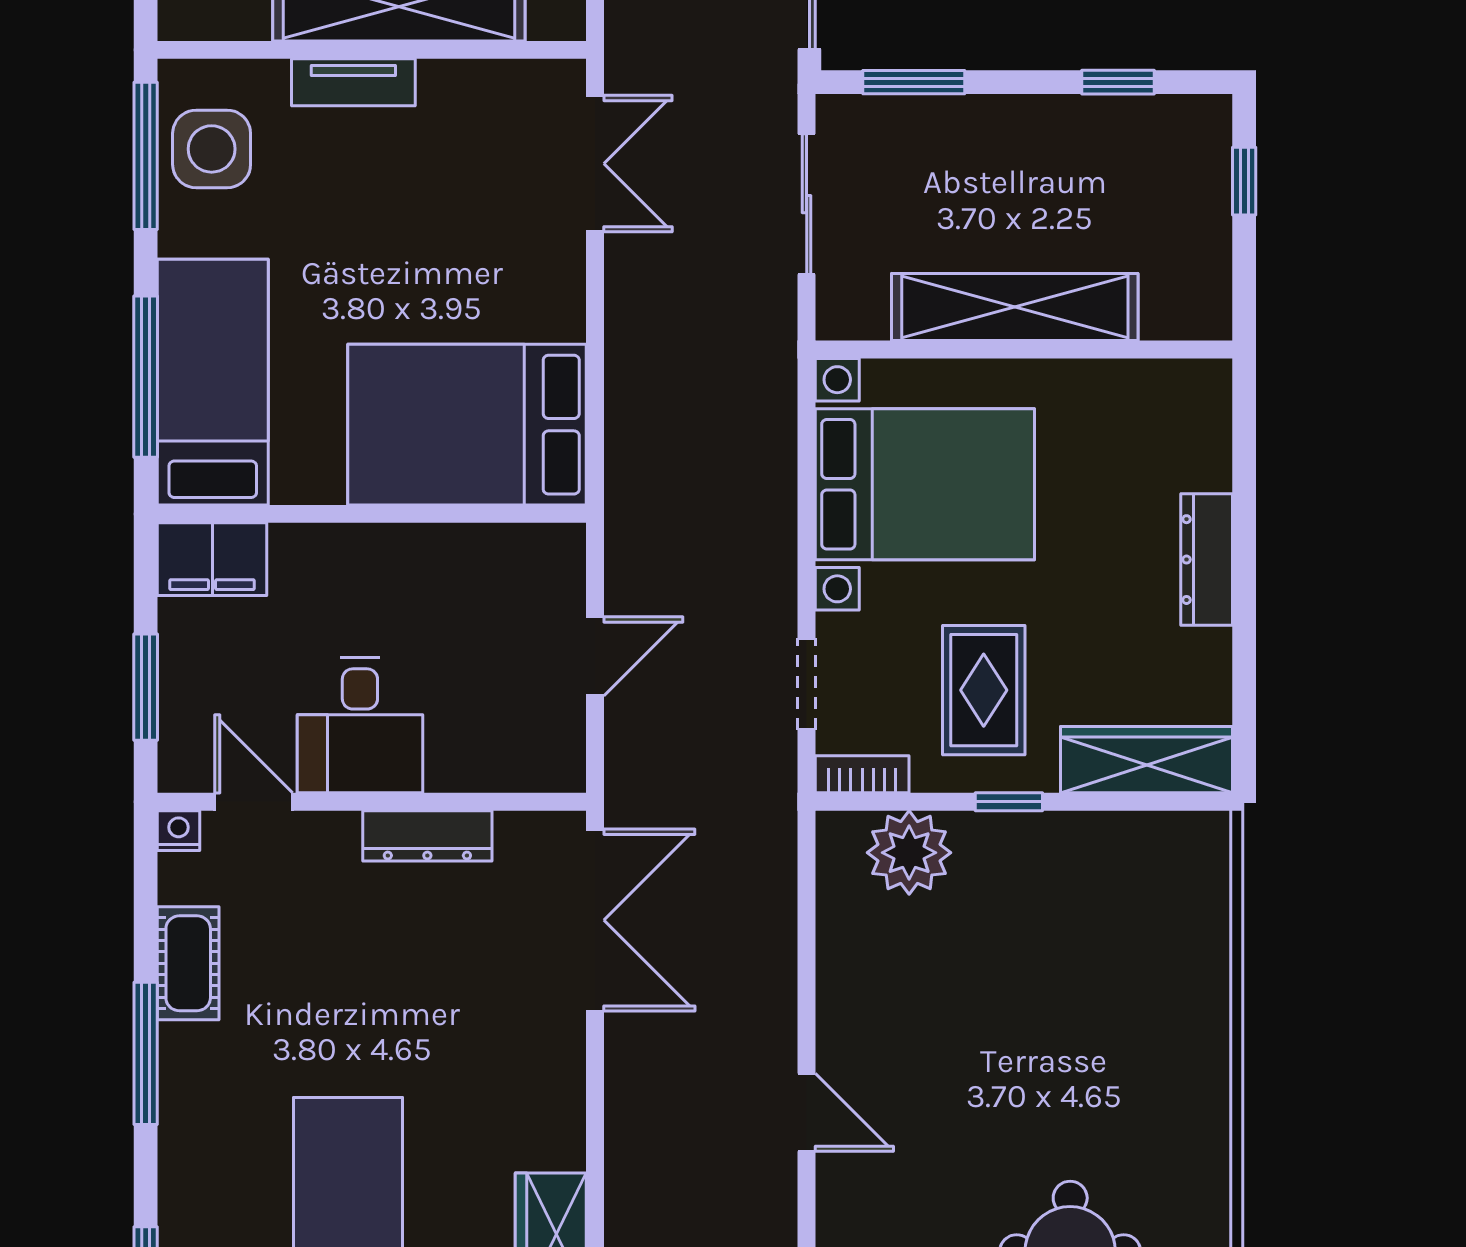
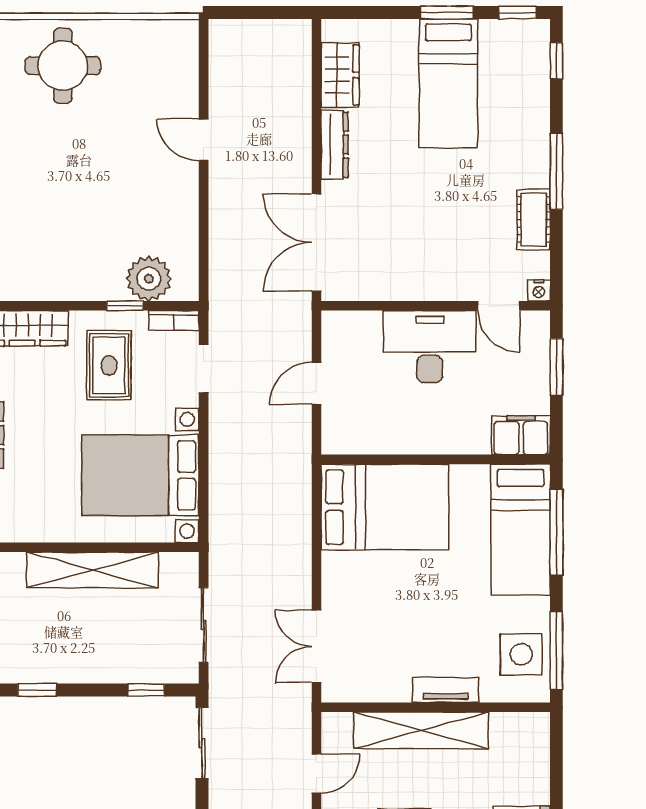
window: (914, 82) -> (146, 690), width x0.67
desk: (360, 725) -> (430, 347), width x1.37
window: (1009, 802) -> (125, 306), moved
dresser: (427, 836) -> (335, 145), moved, turned 90

